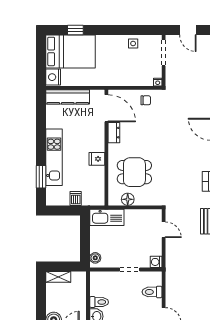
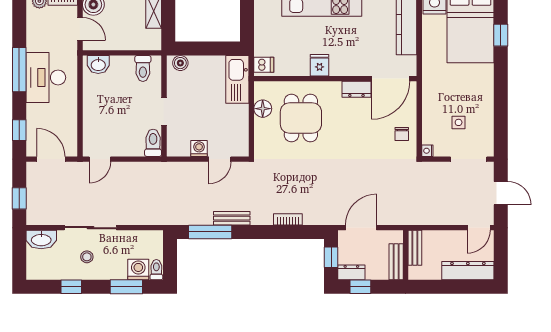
door: (188, 30) -> (501, 193), swing flipped
side table: (133, 43) -> (459, 122), moved
dishwasher: (76, 199) -> (264, 65), moved
washing machine: (156, 262) -> (199, 148), moved
toilet: (152, 292) -> (153, 143), moved
toilet: (99, 302) -> (143, 68), moved

